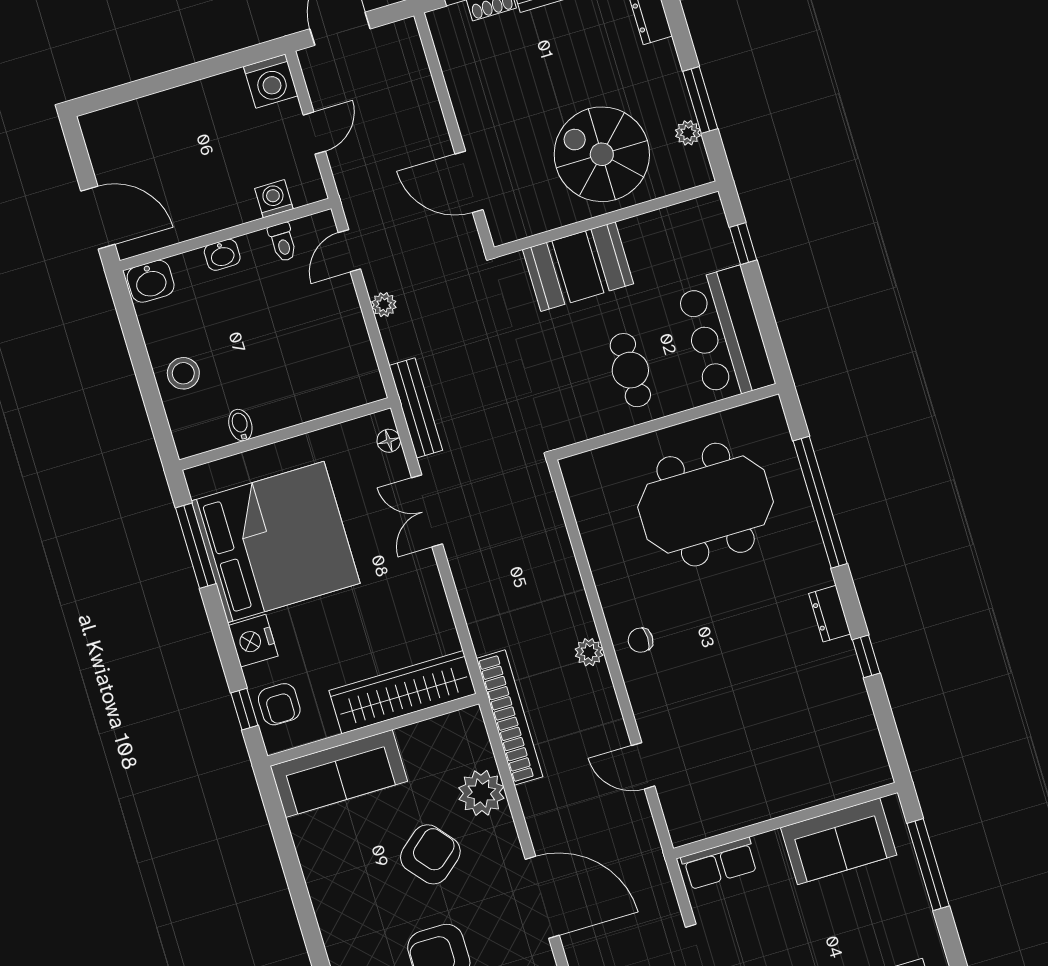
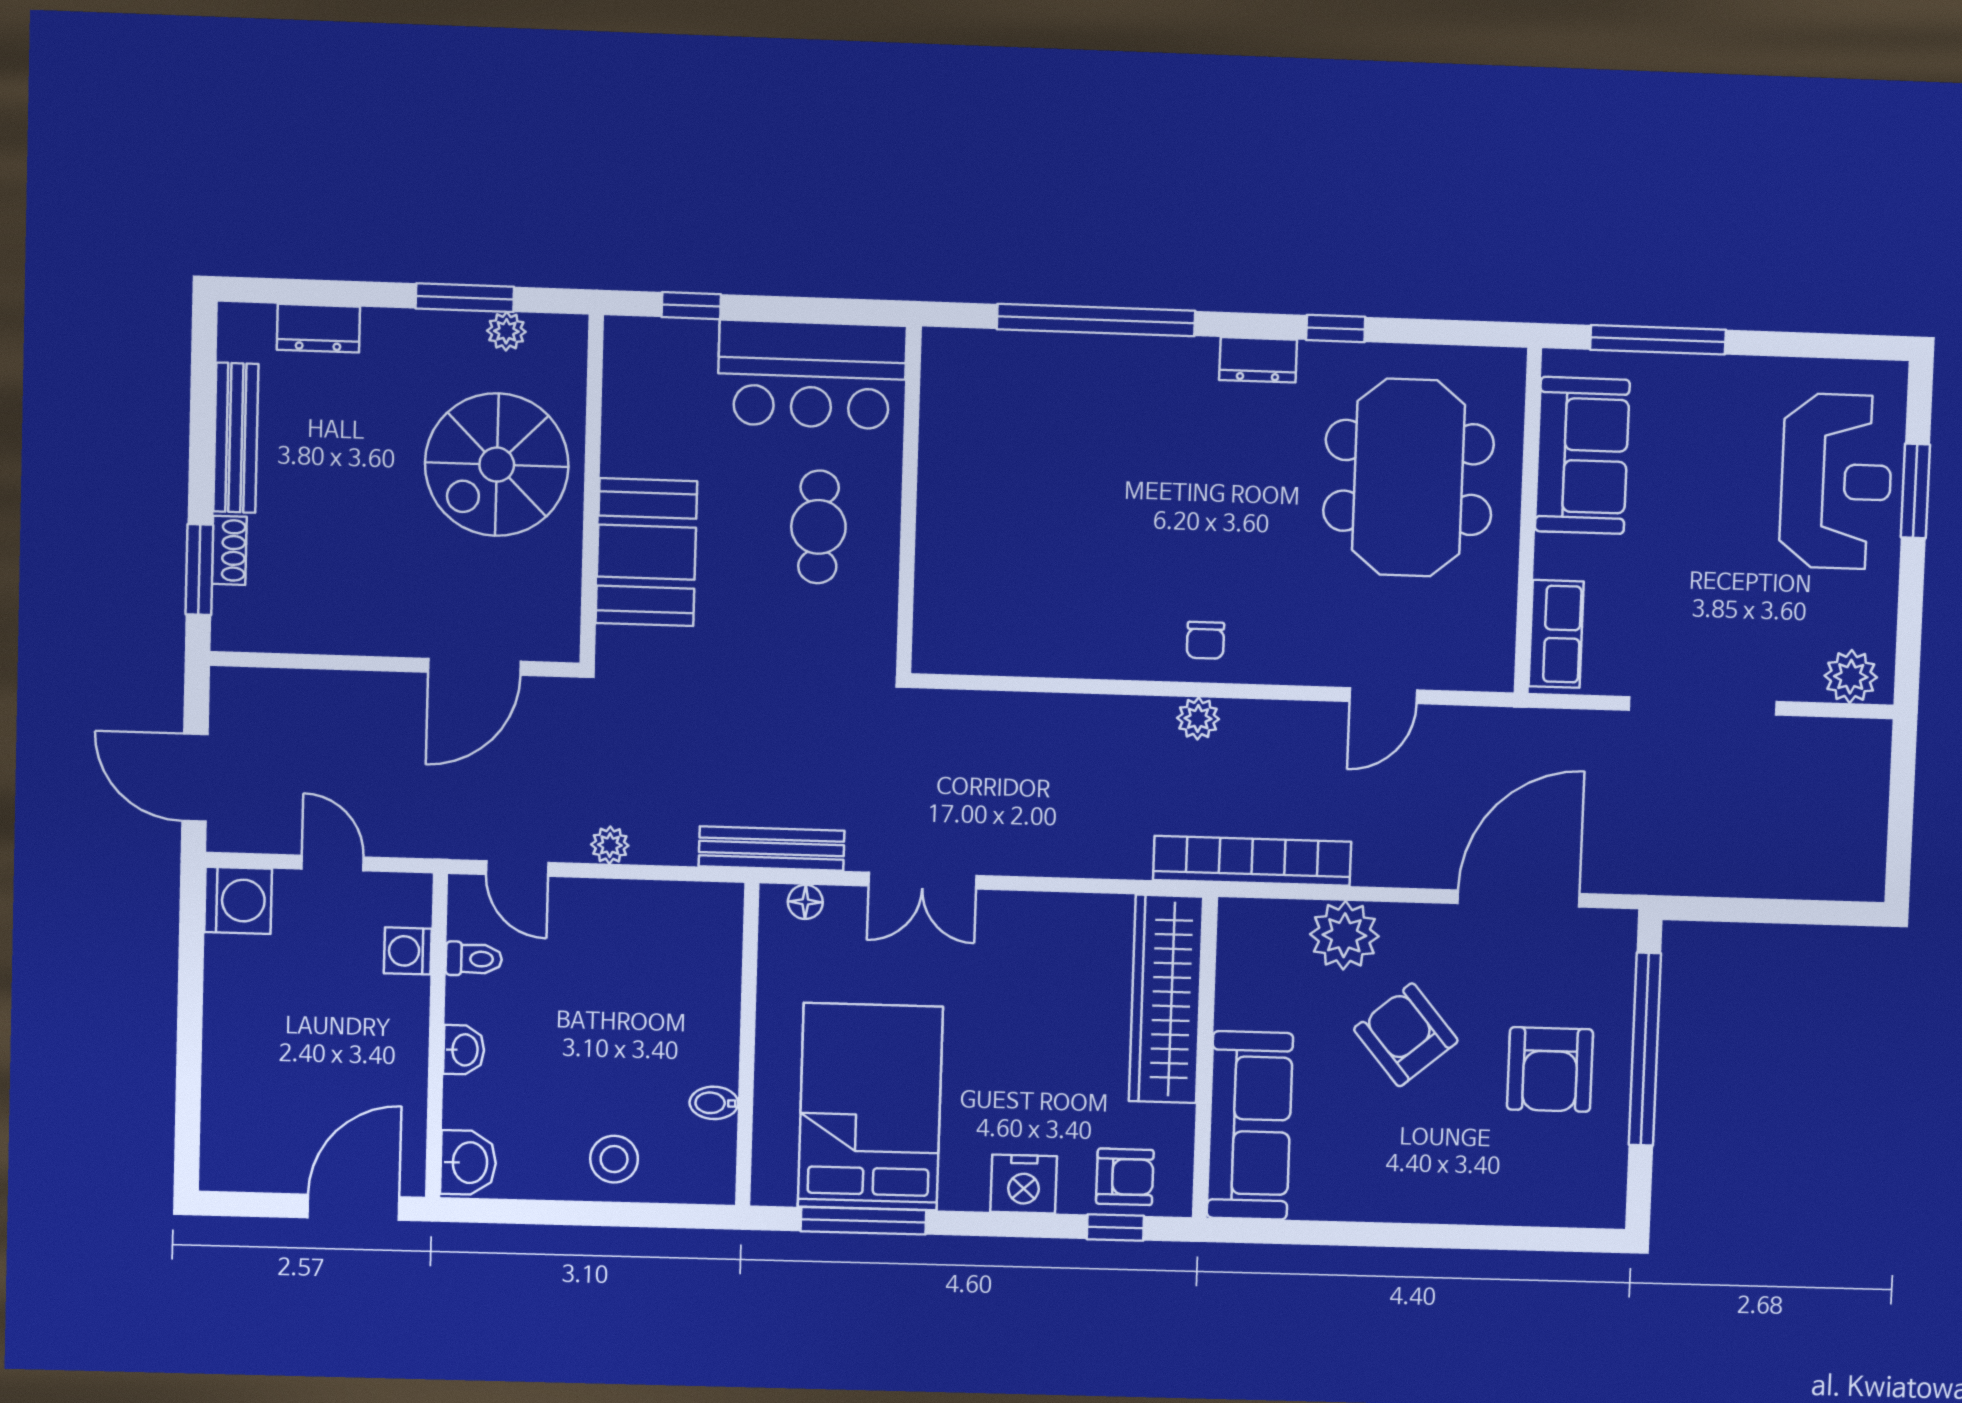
cafe table: (630, 370) -> (818, 527), turned 90
meeting table: (706, 505) -> (1409, 477), moved
bed: (276, 542) -> (870, 1107), width x0.73

